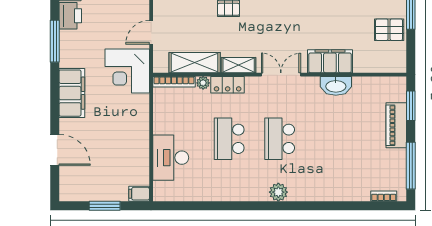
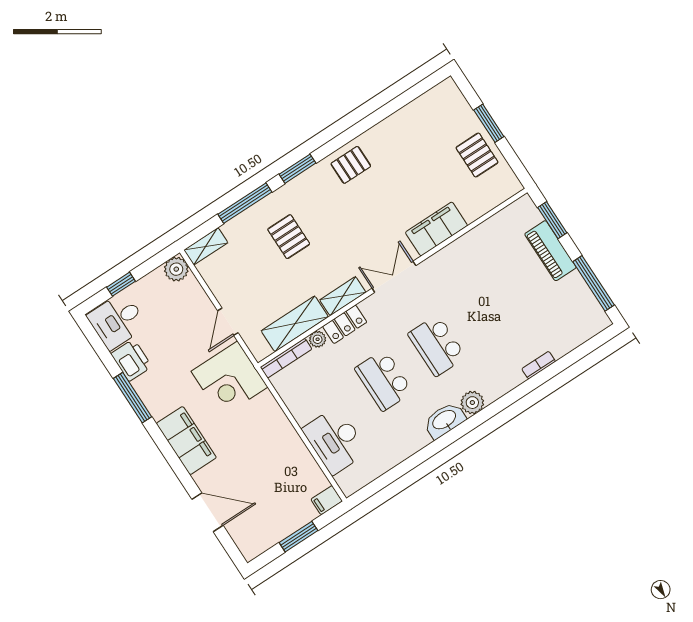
pallet: (389, 30) -> (477, 155), turned 90
washbasin: (336, 86) -> (445, 420), moved, turned 180
bookcase: (384, 196) -> (539, 365), moved

